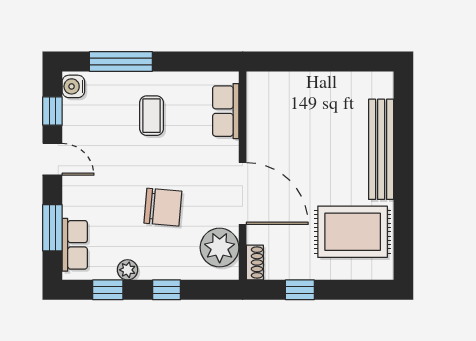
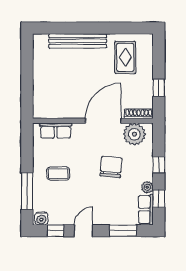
rug: (353, 232) -> (125, 57), width x0.73, depth x0.70
row of seats: (75, 245) -> (146, 210), moved, turned -90
shoe rack: (255, 263) -> (139, 114), width x1.43

